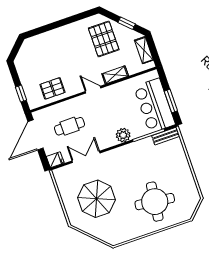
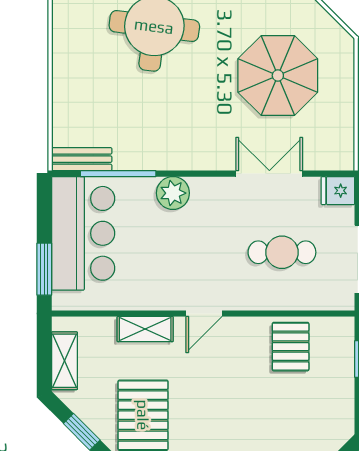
pallet: (52, 88) -> (291, 347), turned 90
door: (93, 90) -> (204, 314), hinge flipped
window: (171, 101) -> (44, 269), moved
double door: (86, 157) -> (269, 174), swing flipped

